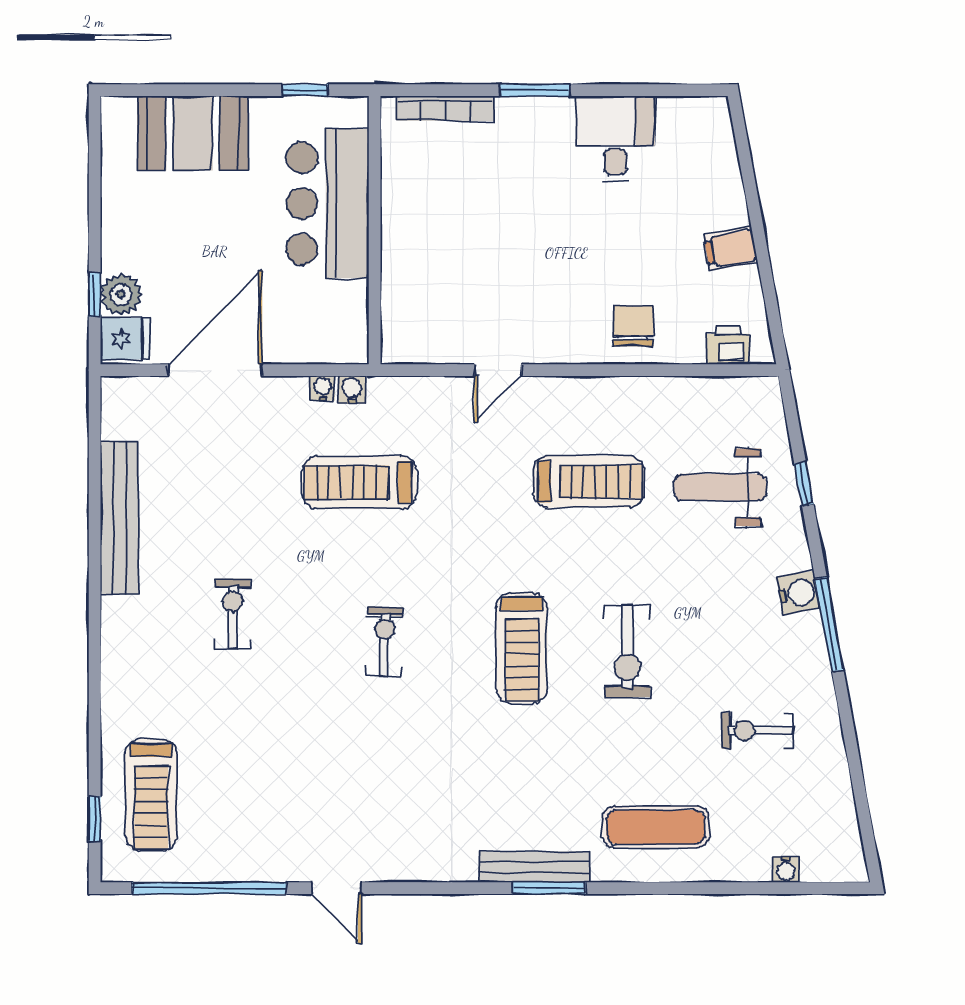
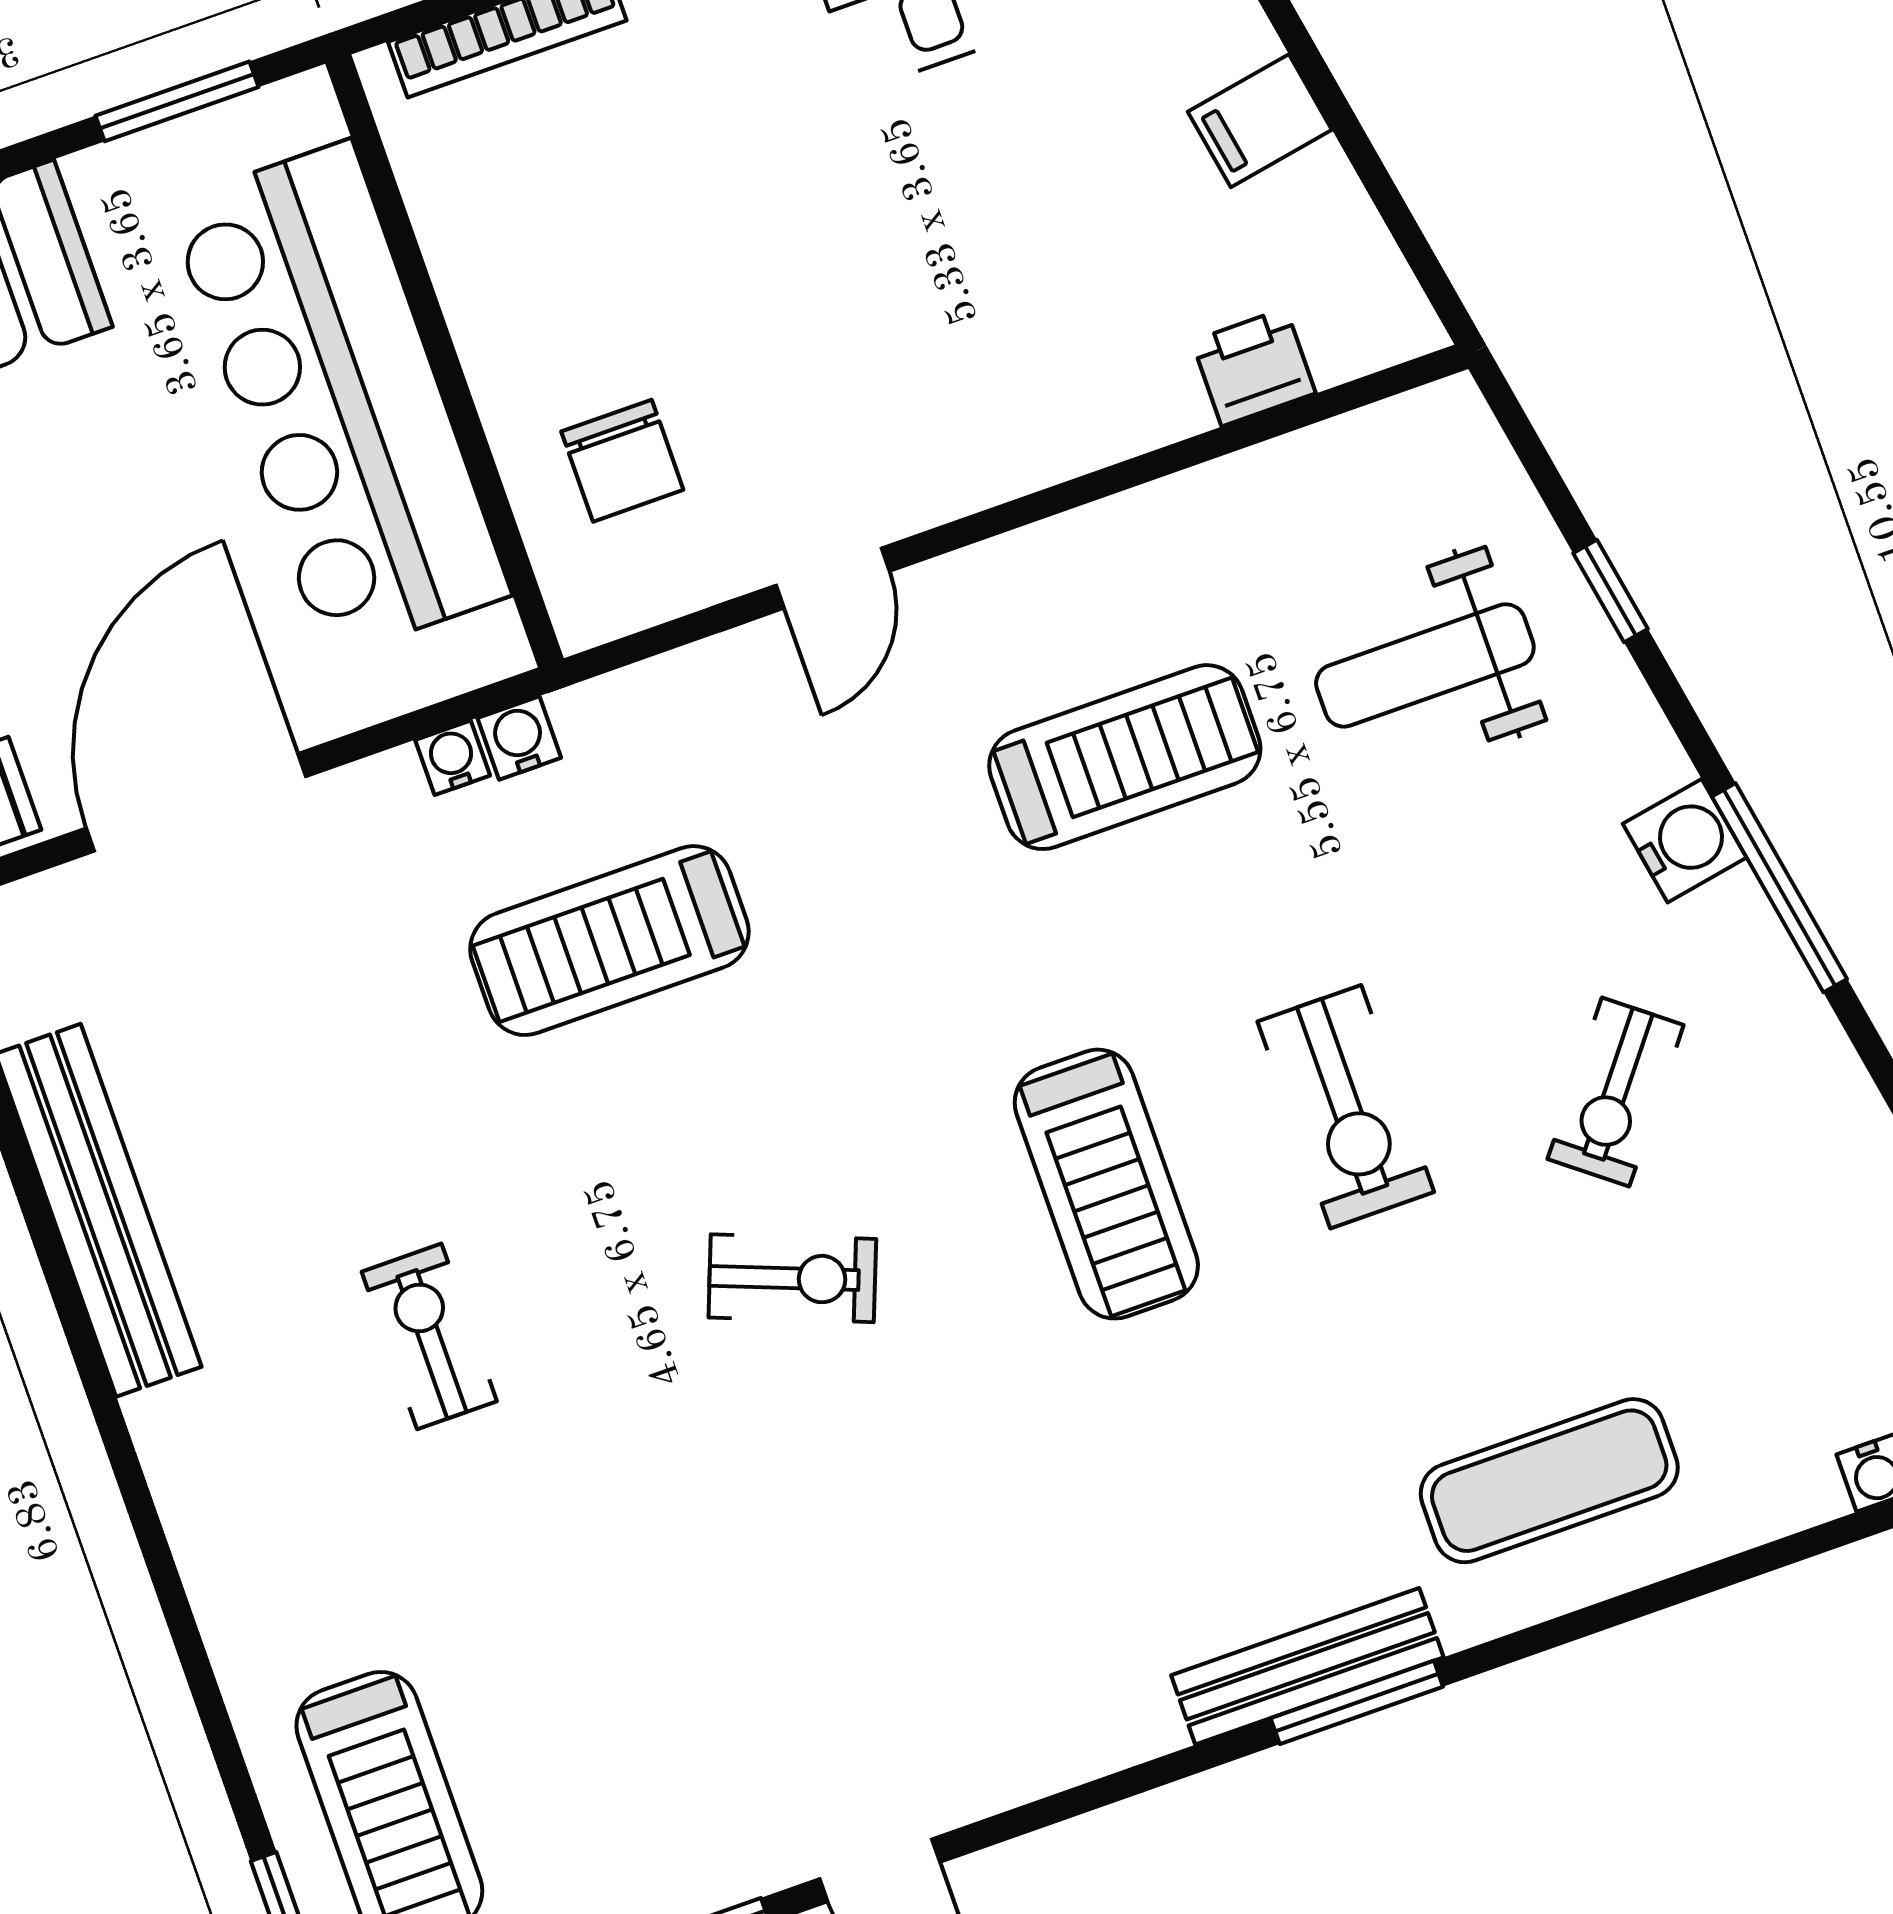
window: (305, 90) -> (177, 101), width x1.50
bar counter: (327, 204) -> (339, 399), width x1.36
chair: (633, 326) -> (622, 461), moved, turned 180
printer: (728, 345) -> (1254, 367), moved
exercise bike: (384, 642) -> (792, 1278), turned 109
exercise bike: (757, 731) -> (1616, 1092), moved, turned -52

